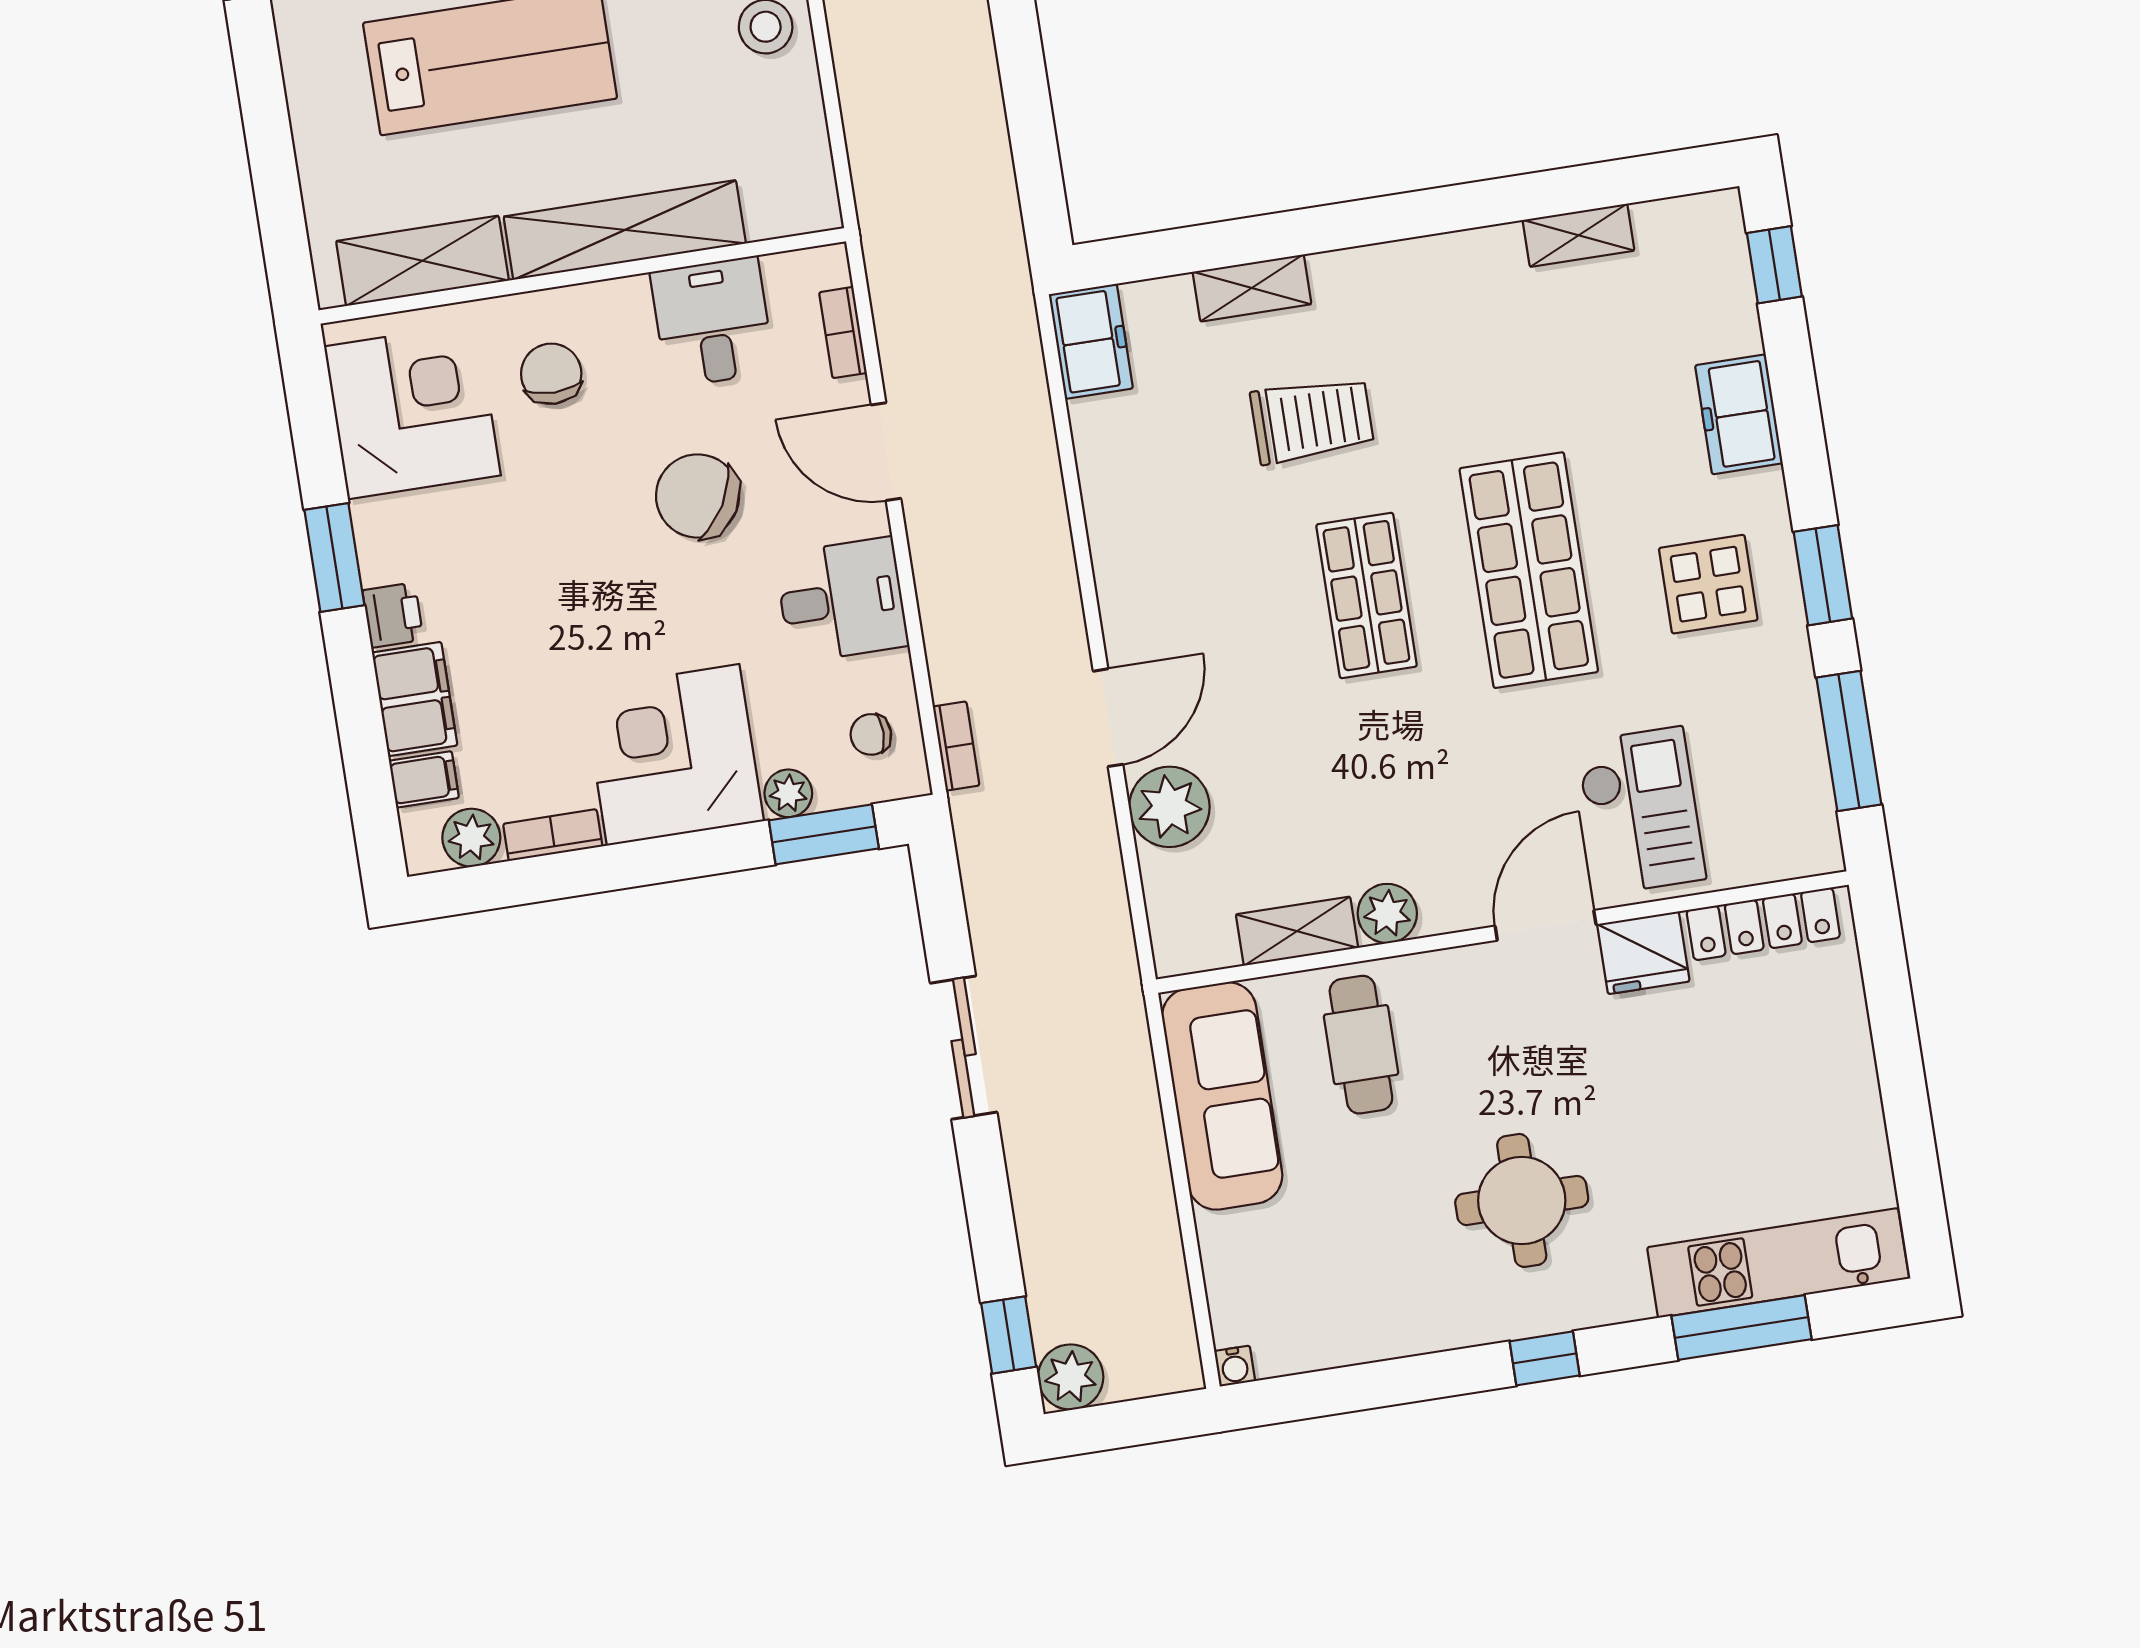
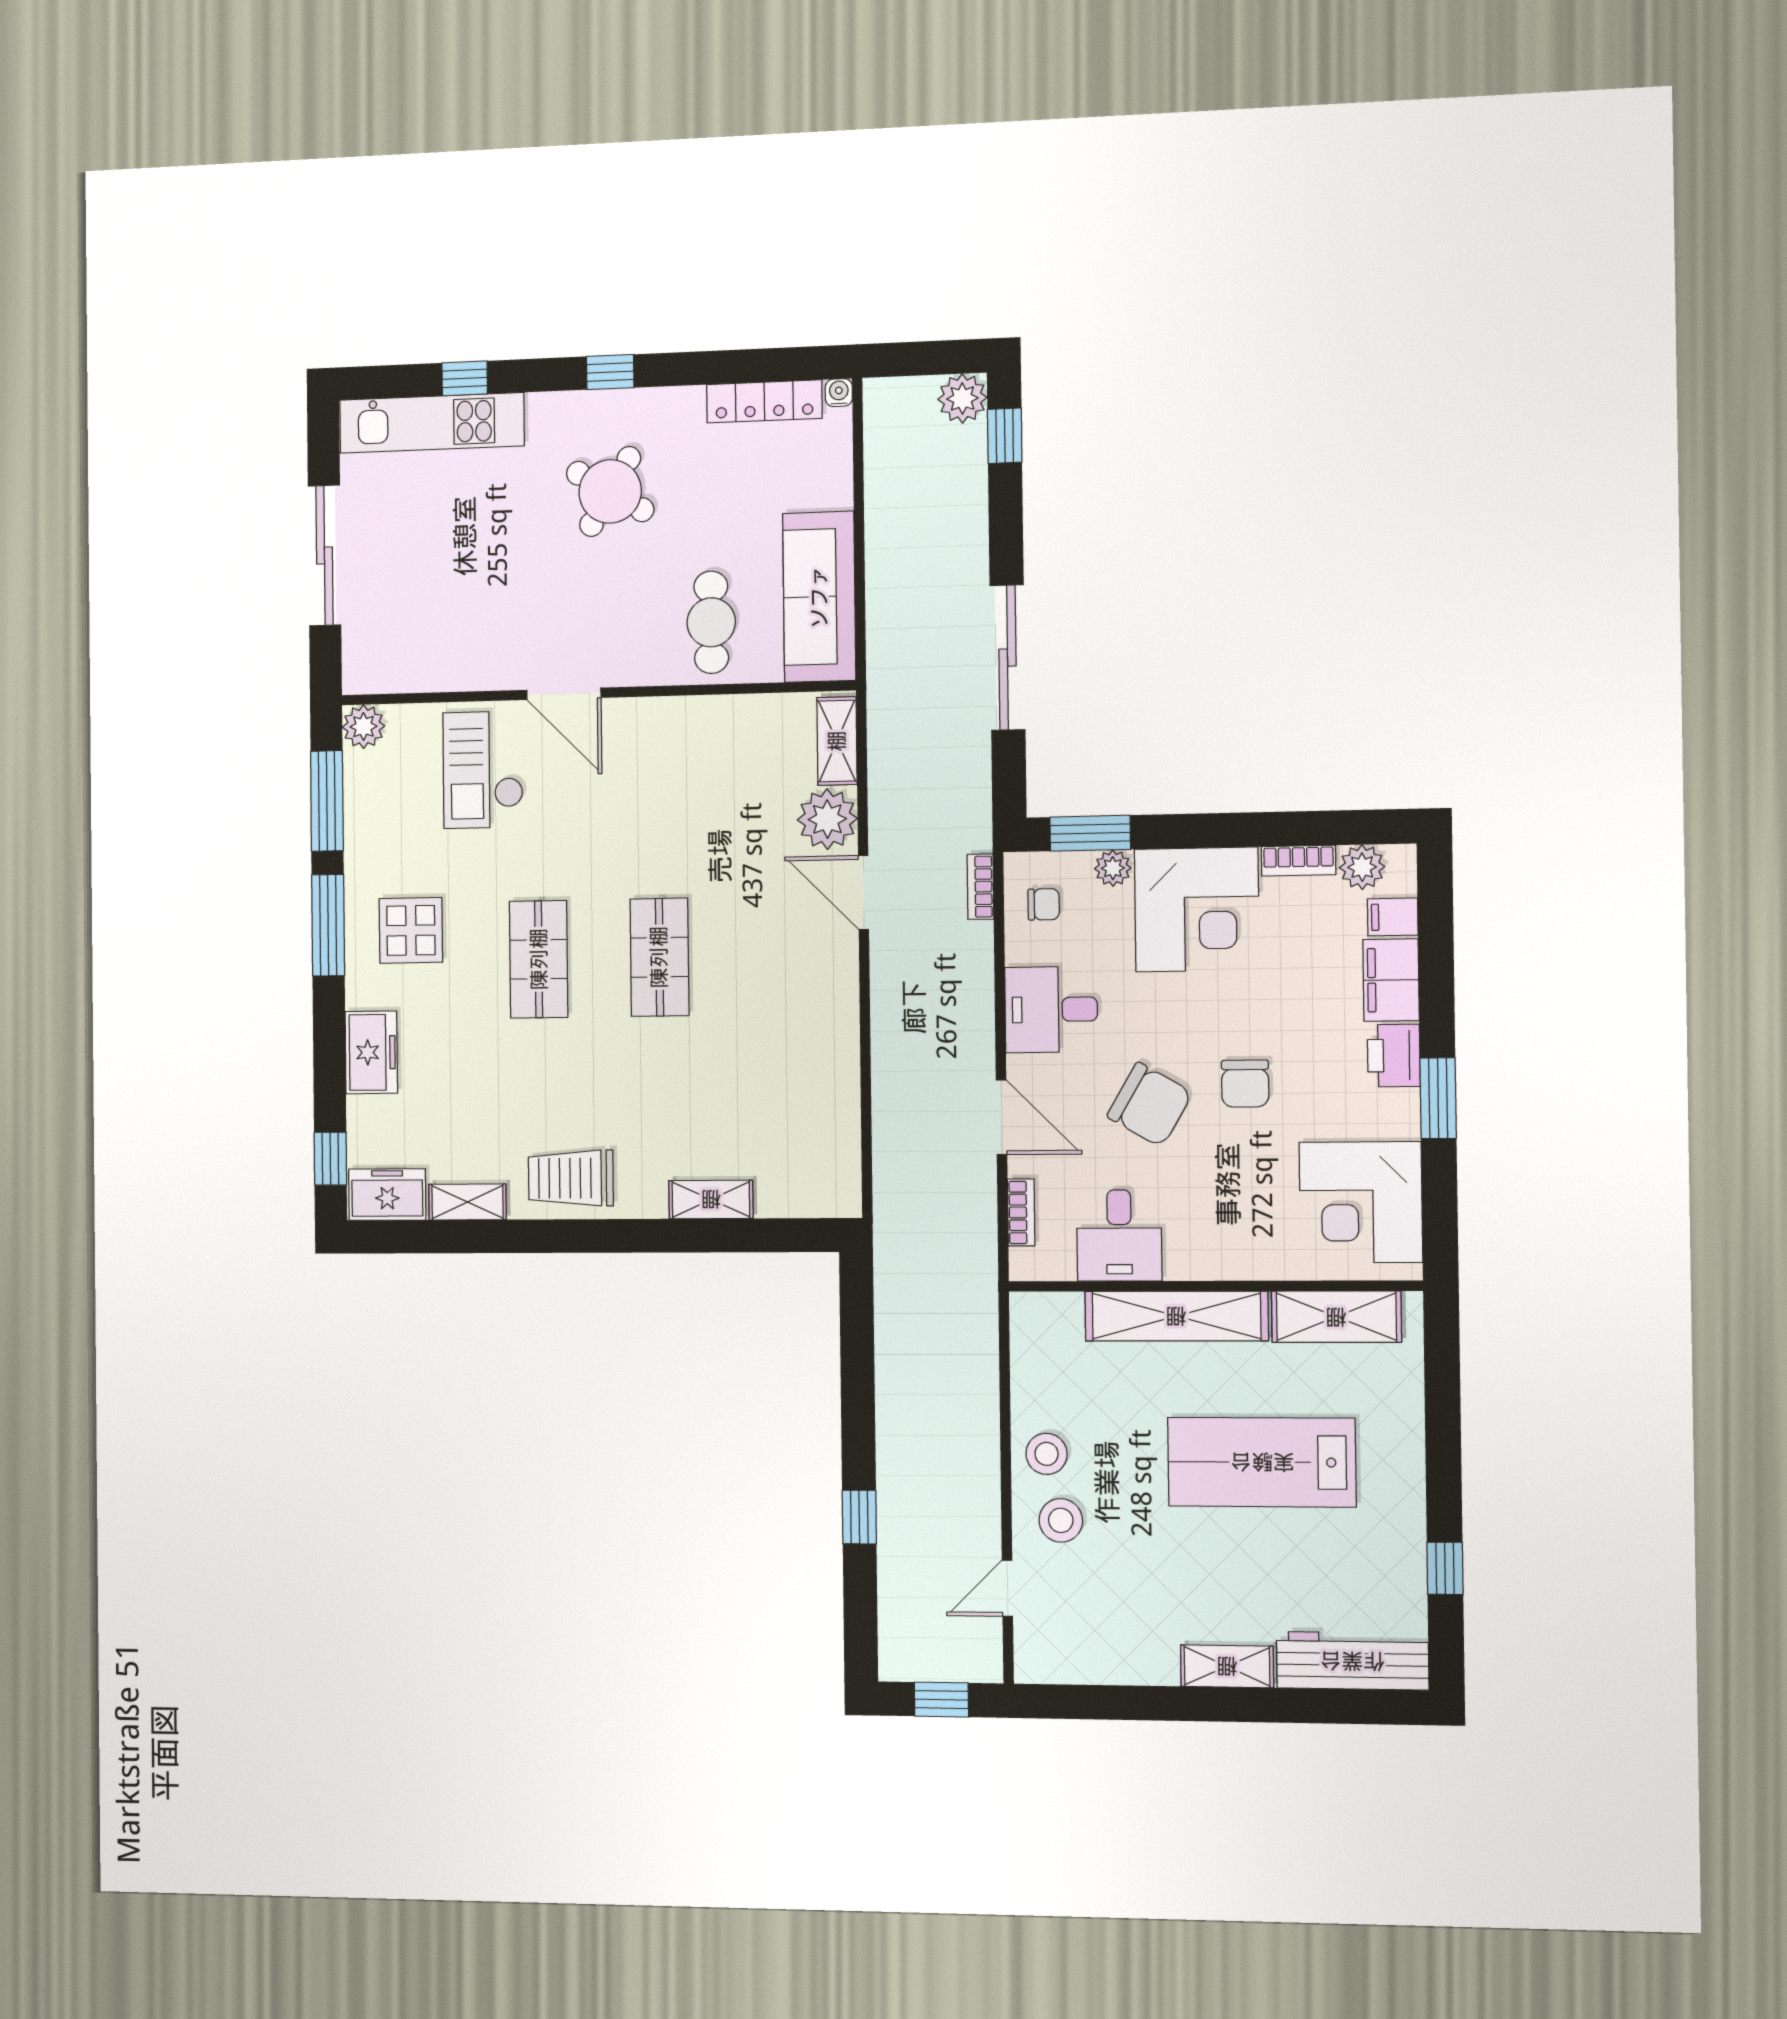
freezer: (1091, 341) -> (387, 1195), moved, turned 90
chair: (551, 374) -> (1245, 1084), moved
trolley: (1312, 420) -> (571, 1178), moved
shop shelf: (1529, 570) -> (539, 959), width x0.70, depth x0.74
window: (1823, 575) -> (328, 925), width x1.44
printer: (393, 615) -> (1394, 1055), width x1.36, depth x1.24
door: (1108, 718) -> (863, 892), hinge flipped
plant: (1387, 913) -> (364, 727), moved
locker: (1763, 924) -> (764, 401), moved, turned 180
door: (1546, 925) -> (564, 694), hinge flipped
shelving: (1297, 931) -> (837, 741), moved, turned 90
fridge: (1643, 953) -> (496, 664), removed
sliding door: (964, 1048) -> (1007, 658), width x1.37
sliding door: (1900, 1069) -> (325, 555), added
round table: (1522, 1200) -> (610, 491), turned 31
window: (1742, 1328) -> (465, 378), width x0.46

